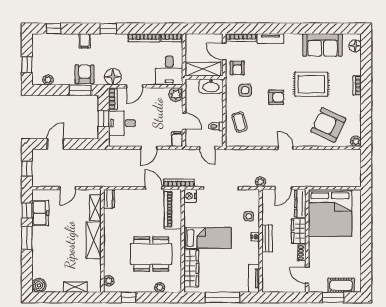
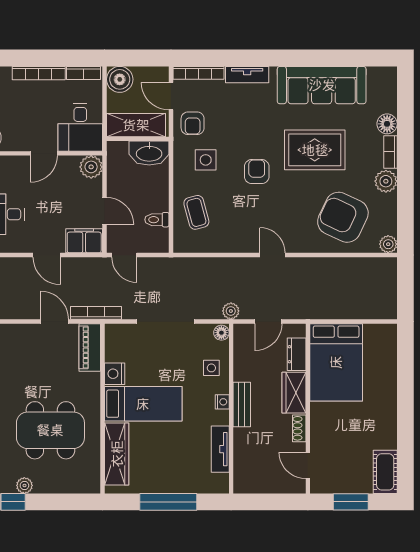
boiler: (193, 41) -> (120, 79), added
sofa: (323, 45) -> (322, 85), width x1.36
floor lamp: (355, 46) -> (387, 124), moved
door: (135, 86) -> (44, 153), moved
armchair: (276, 97) -> (257, 172), turned -90
plant: (354, 103) -> (386, 181), added
filing cabinet: (177, 139) -> (84, 241), width x2.00
door: (149, 148) -> (47, 255), hinge flipped
door: (207, 148) -> (124, 255), moved
floor lamp: (255, 195) -> (221, 333), added
nightstand: (190, 196) -> (115, 374), moved
dresser: (300, 204) -> (297, 354), width x0.70
piano: (173, 209) -> (90, 347), width x0.73, depth x0.75
bed: (330, 213) -> (336, 362), width x0.73
tv unit: (254, 278) -> (220, 449), moved
cot: (341, 285) -> (385, 472), moved, turned 90
plant: (160, 287) -> (24, 485), moved

